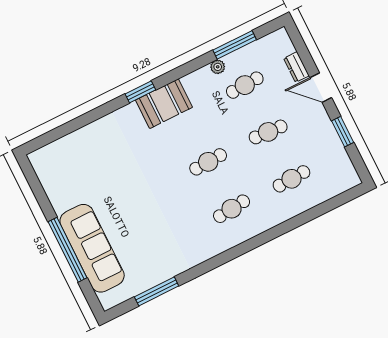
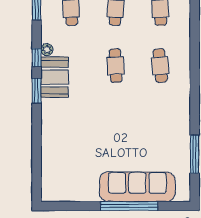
plant: (218, 67) -> (47, 50), moved
window: (175, 75) -> (37, 58), added

